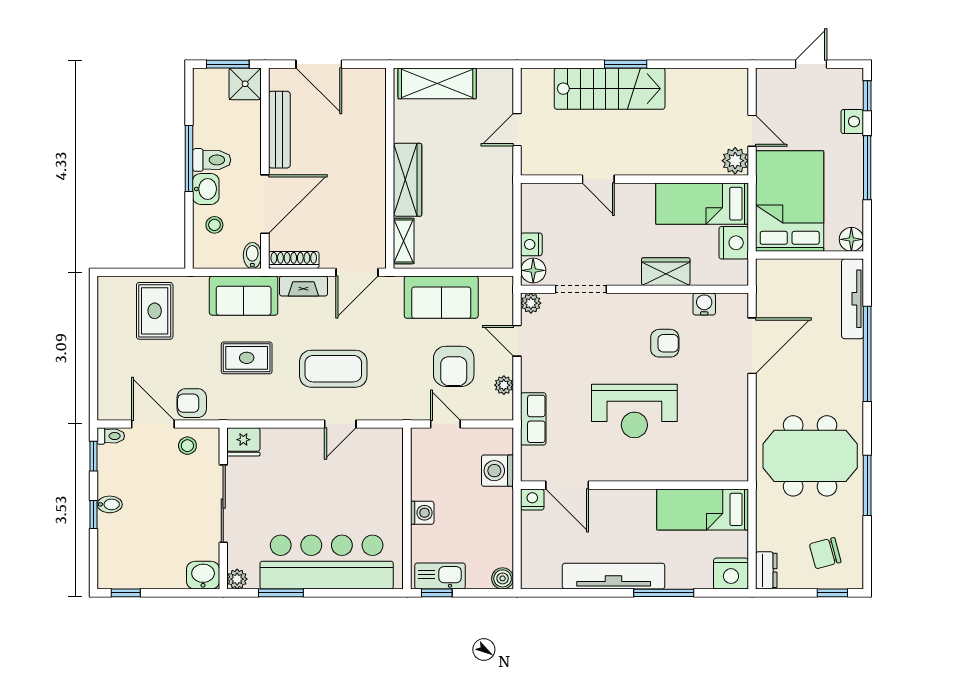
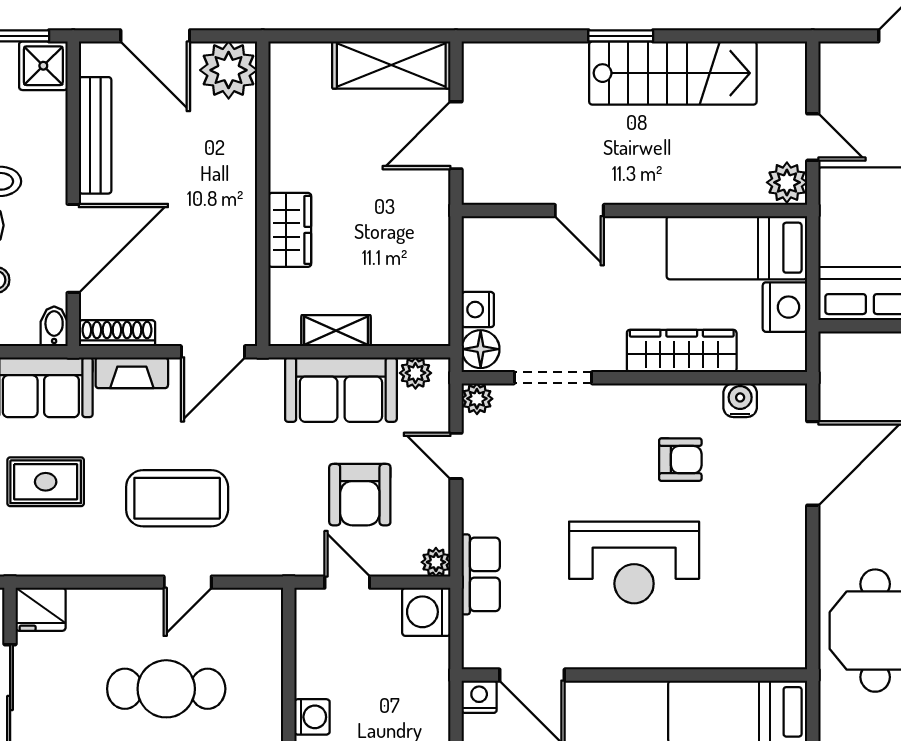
shelving: (437, 83) -> (391, 65), moved
plant: (367, 87) -> (229, 70), added
stairs: (610, 89) -> (673, 73), moved
door: (517, 130) -> (456, 135), width x1.38
wardrobe: (408, 180) -> (290, 230), width x0.67
shelving: (404, 241) -> (336, 331), moved, turned 90
wardrobe: (666, 272) -> (682, 351), width x1.50
plant: (490, 286) -> (415, 373), added
plant: (504, 385) -> (436, 562), moved
washing machine: (497, 471) -> (426, 612), moved
cafe table: (326, 494) -> (166, 689), added

